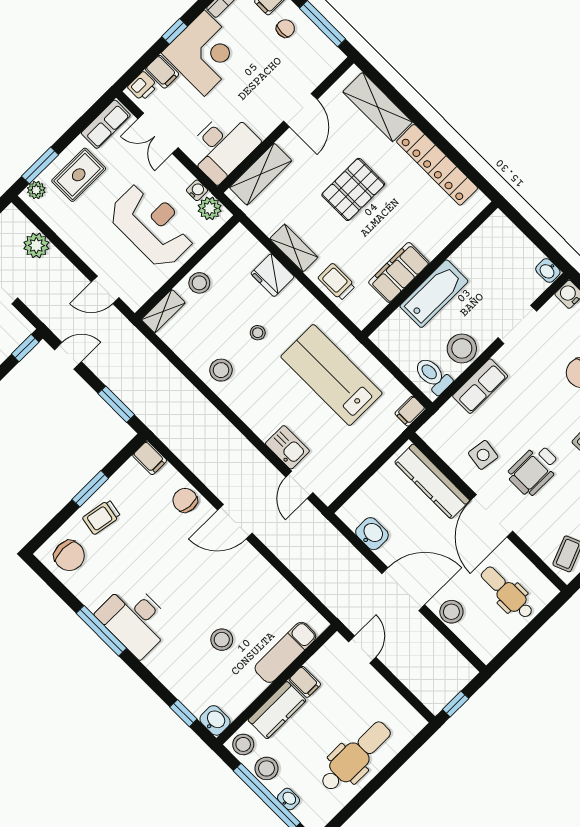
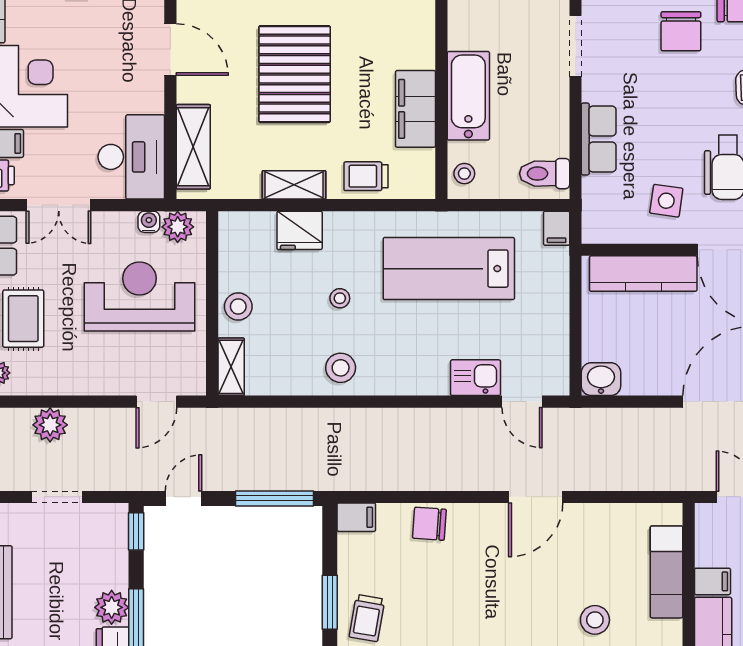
pallet: (353, 189) -> (295, 74), width x1.37, depth x1.41
stool: (462, 348) -> (464, 174), moved, width x0.53, depth x0.53
window: (116, 404) -> (274, 498), width x1.44
door: (235, 522) -> (536, 497), moved
washbasin: (372, 534) -> (601, 379), moved

